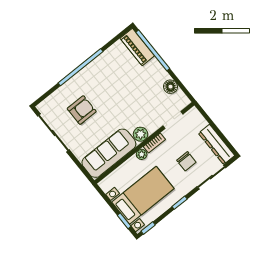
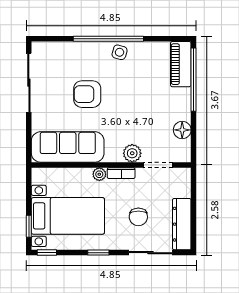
side table: (94, 70) -> (120, 52), added
armchair: (82, 110) -> (87, 94), moved, turned 180
plant: (141, 134) -> (132, 153), moved

